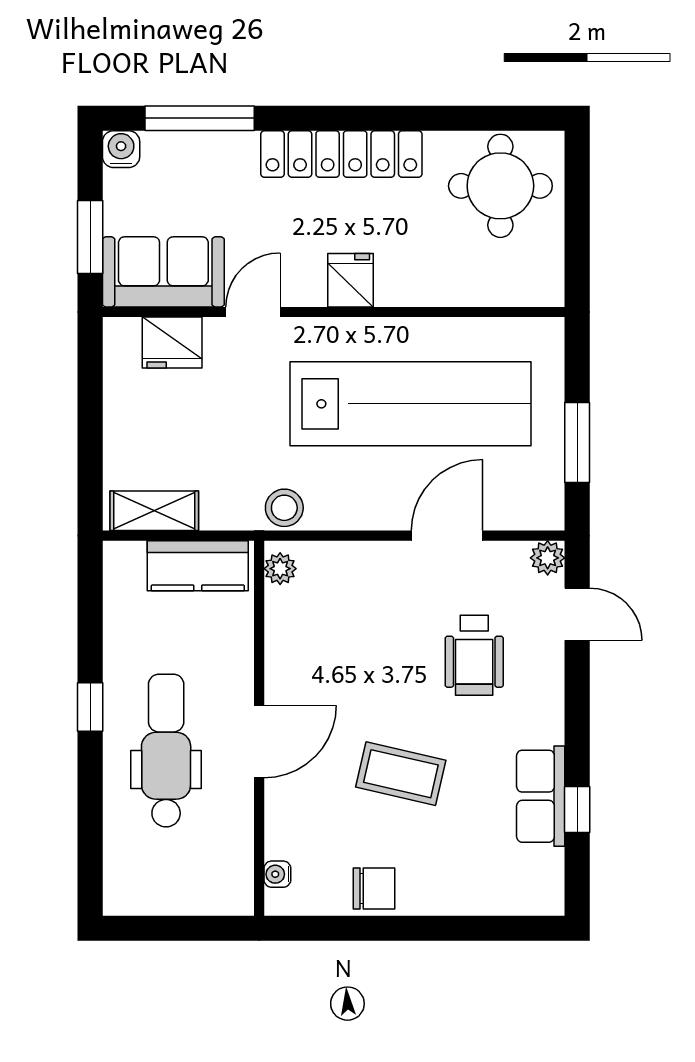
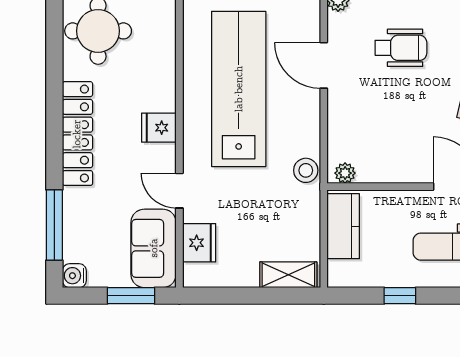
shelving: (154, 511) -> (288, 275), moved, turned 90
window: (90, 707) -> (400, 296), moved

